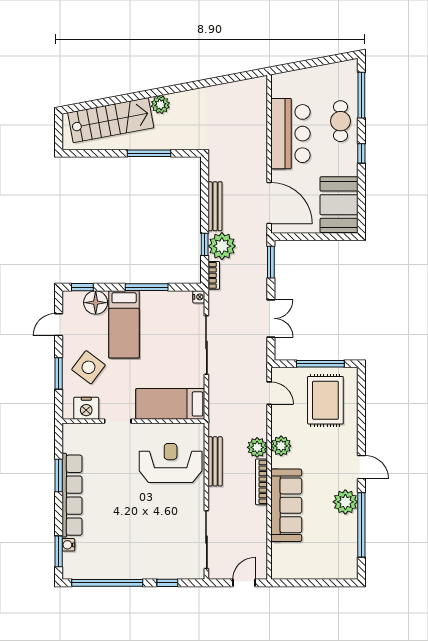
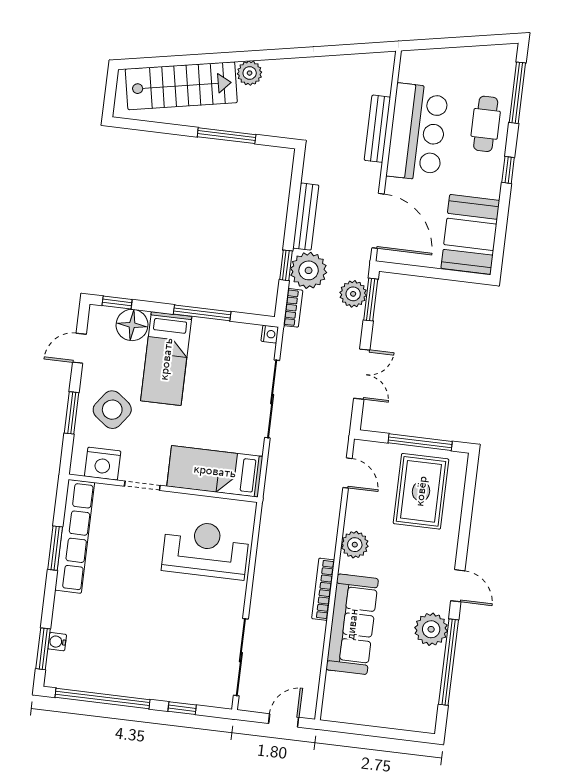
plant: (257, 447) -> (353, 294), moved
bench: (215, 461) -> (377, 129), moved
row of seats: (72, 495) -> (75, 536), moved

